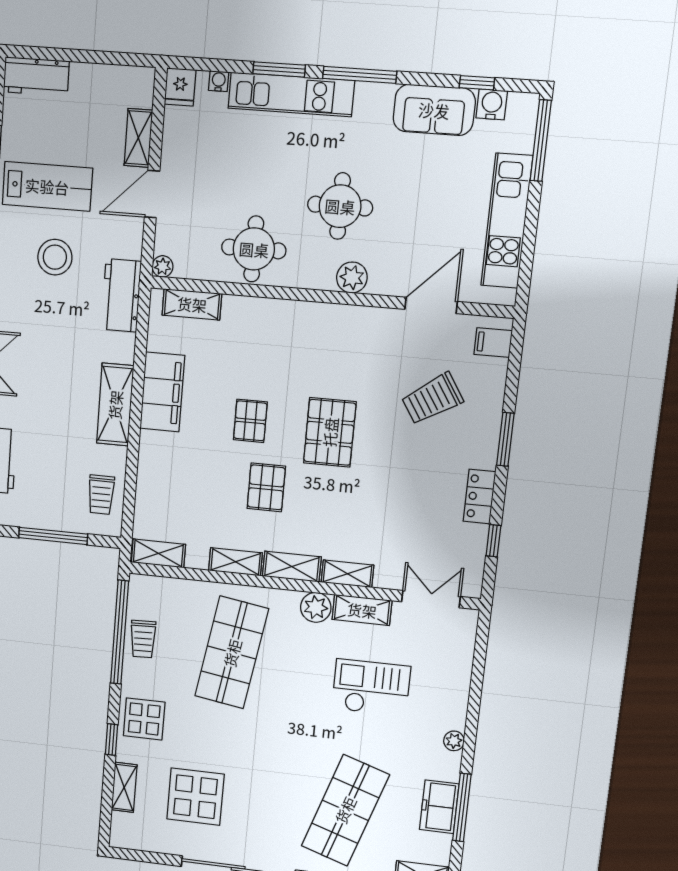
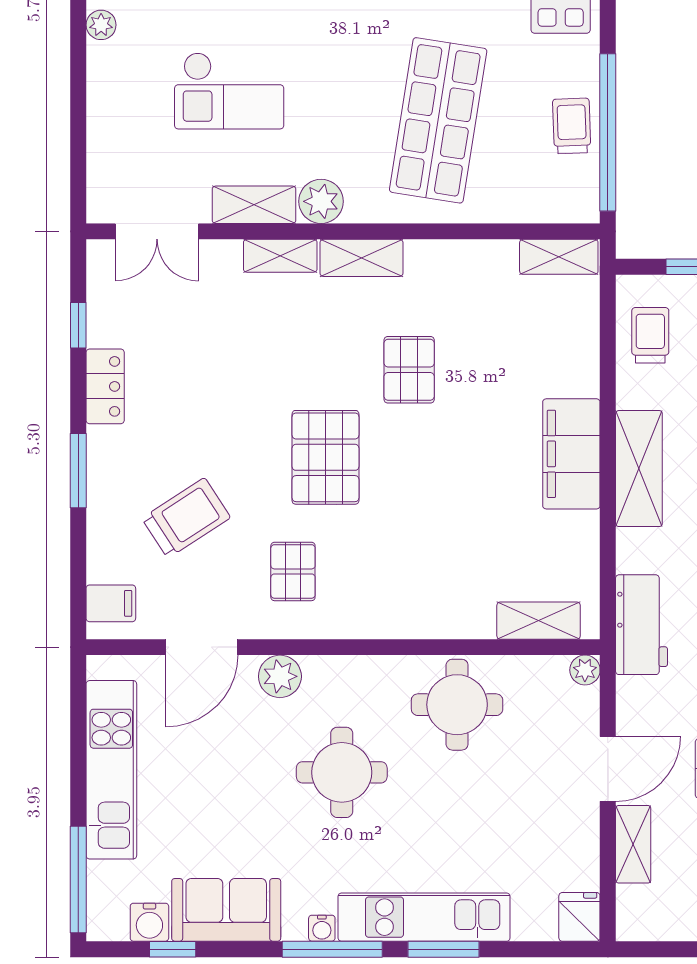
water cooler: (219, 81) -> (322, 928), moved
plant: (352, 277) -> (280, 676), moved
filing cabinet: (162, 392) -> (571, 454), moved
pallet: (250, 421) -> (293, 571), moved
shelving: (236, 562) -> (444, 256), removed

